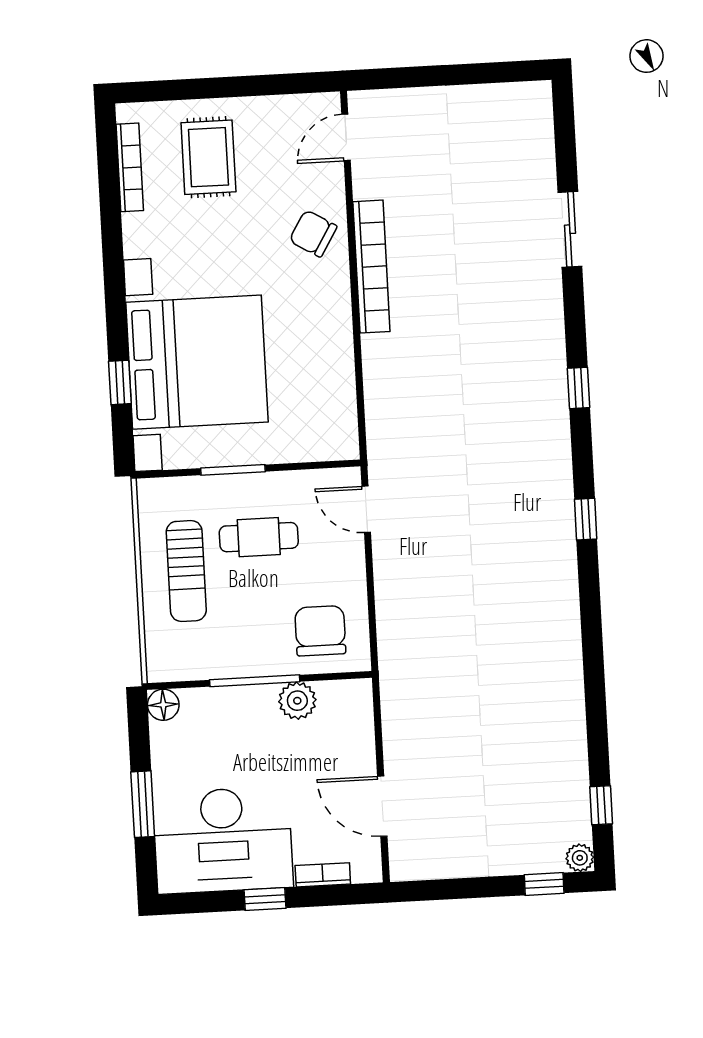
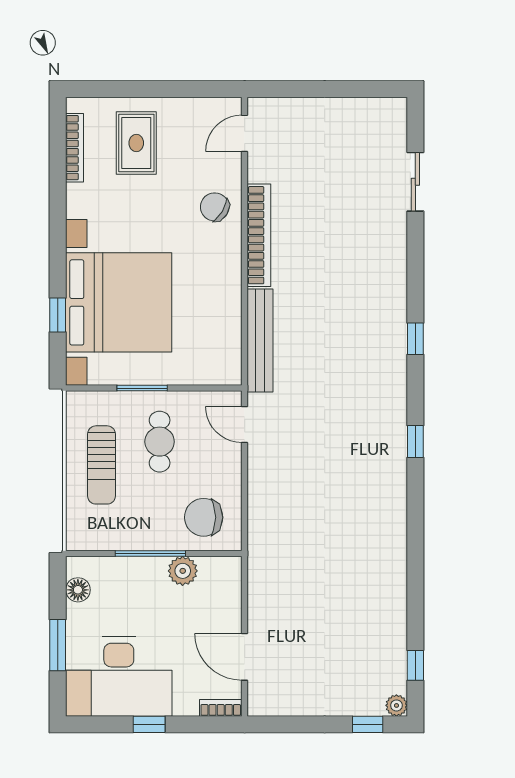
sliding door: (570, 229) -> (415, 182), moved
bench: (380, 401) -> (260, 340), added
cafe table: (259, 537) -> (160, 442), turned 90
chair: (320, 631) -> (204, 517), turned -90
floor lamp: (163, 705) -> (78, 590), moved
bookcase: (323, 875) -> (221, 708), moved

